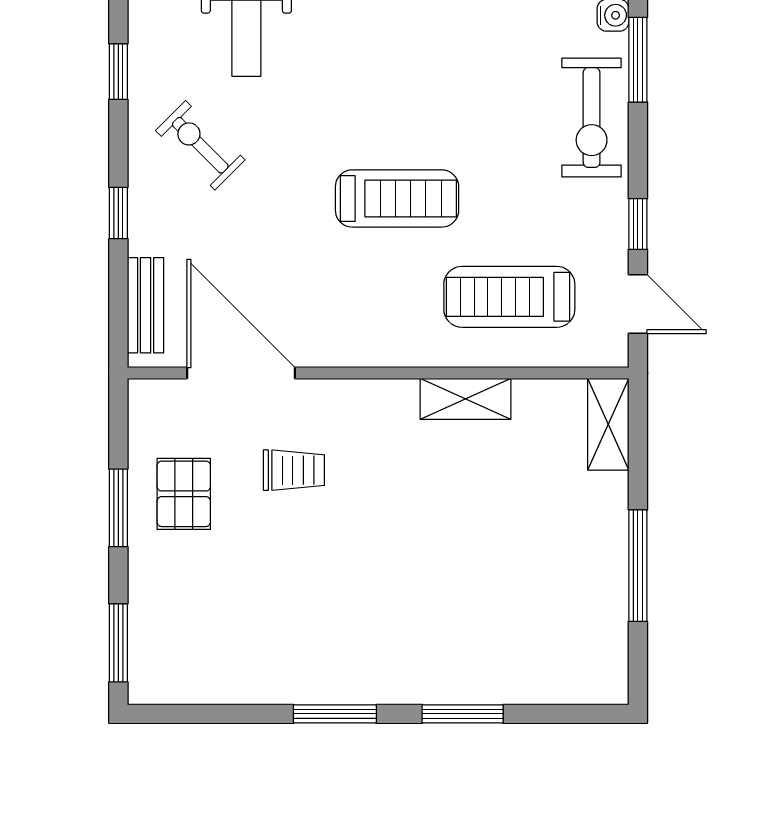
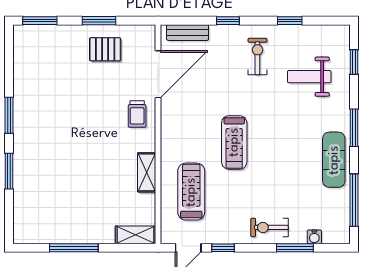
exercise bike: (592, 118) -> (270, 227), width x0.73, depth x0.72
exercise bike: (200, 145) -> (257, 56), turned -45
trolley: (294, 470) -> (137, 114), moved

